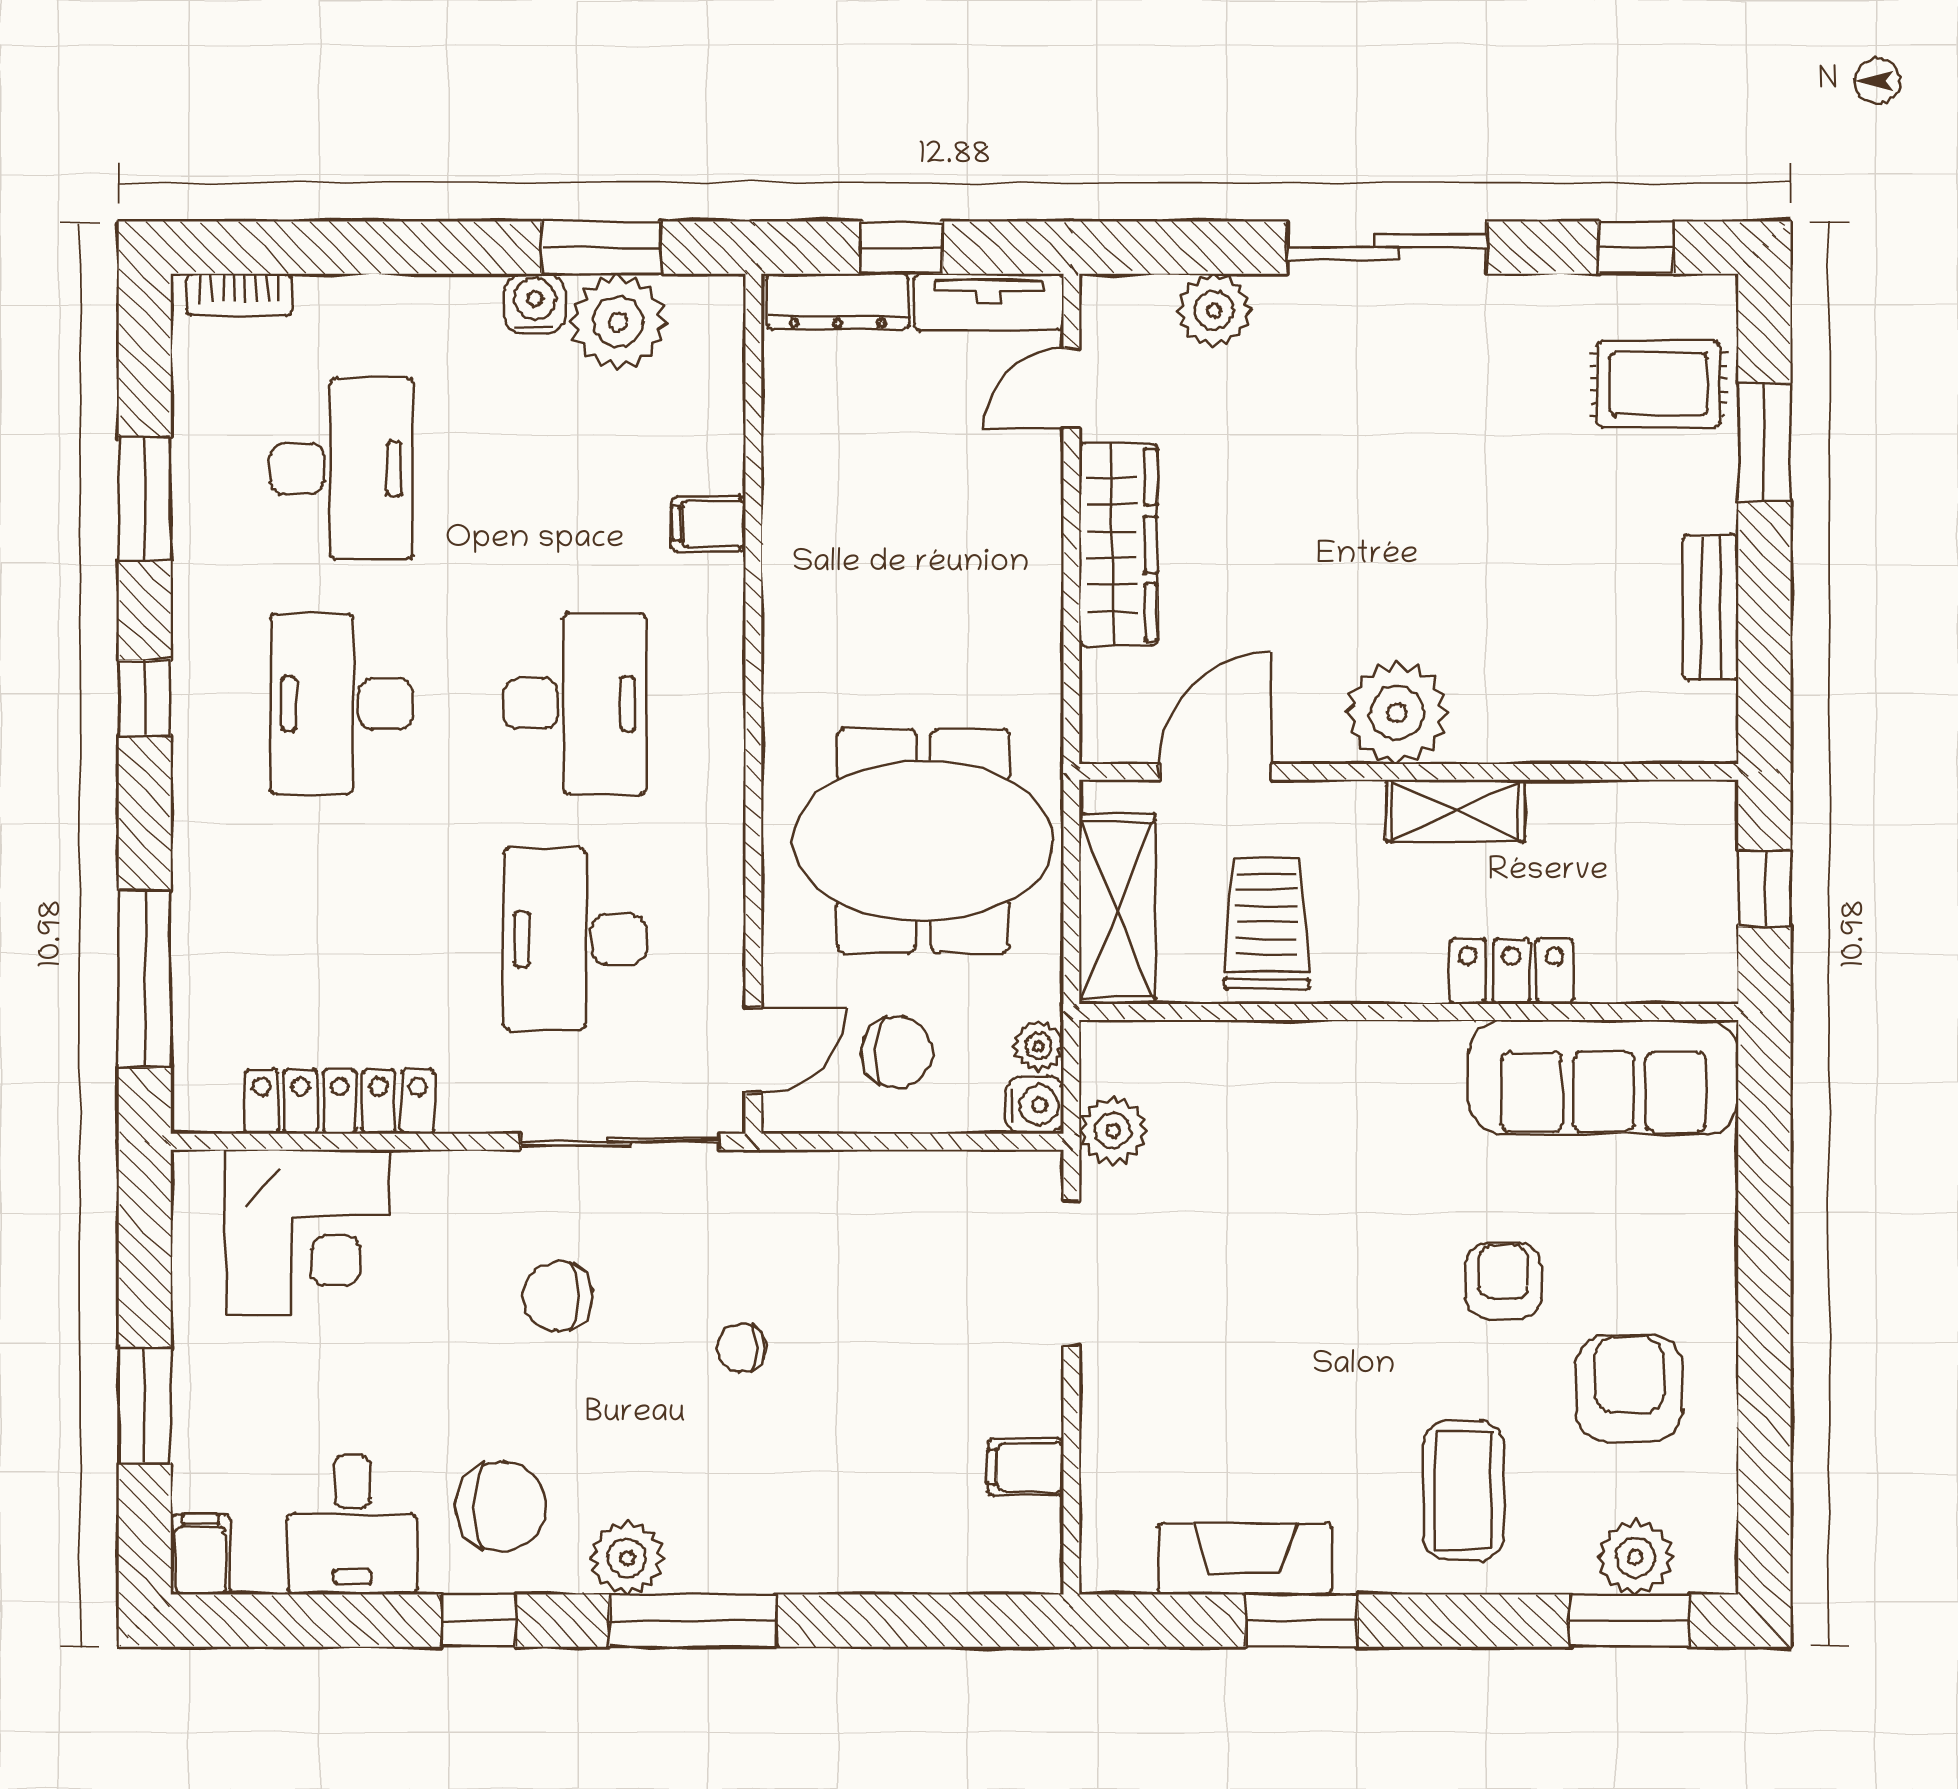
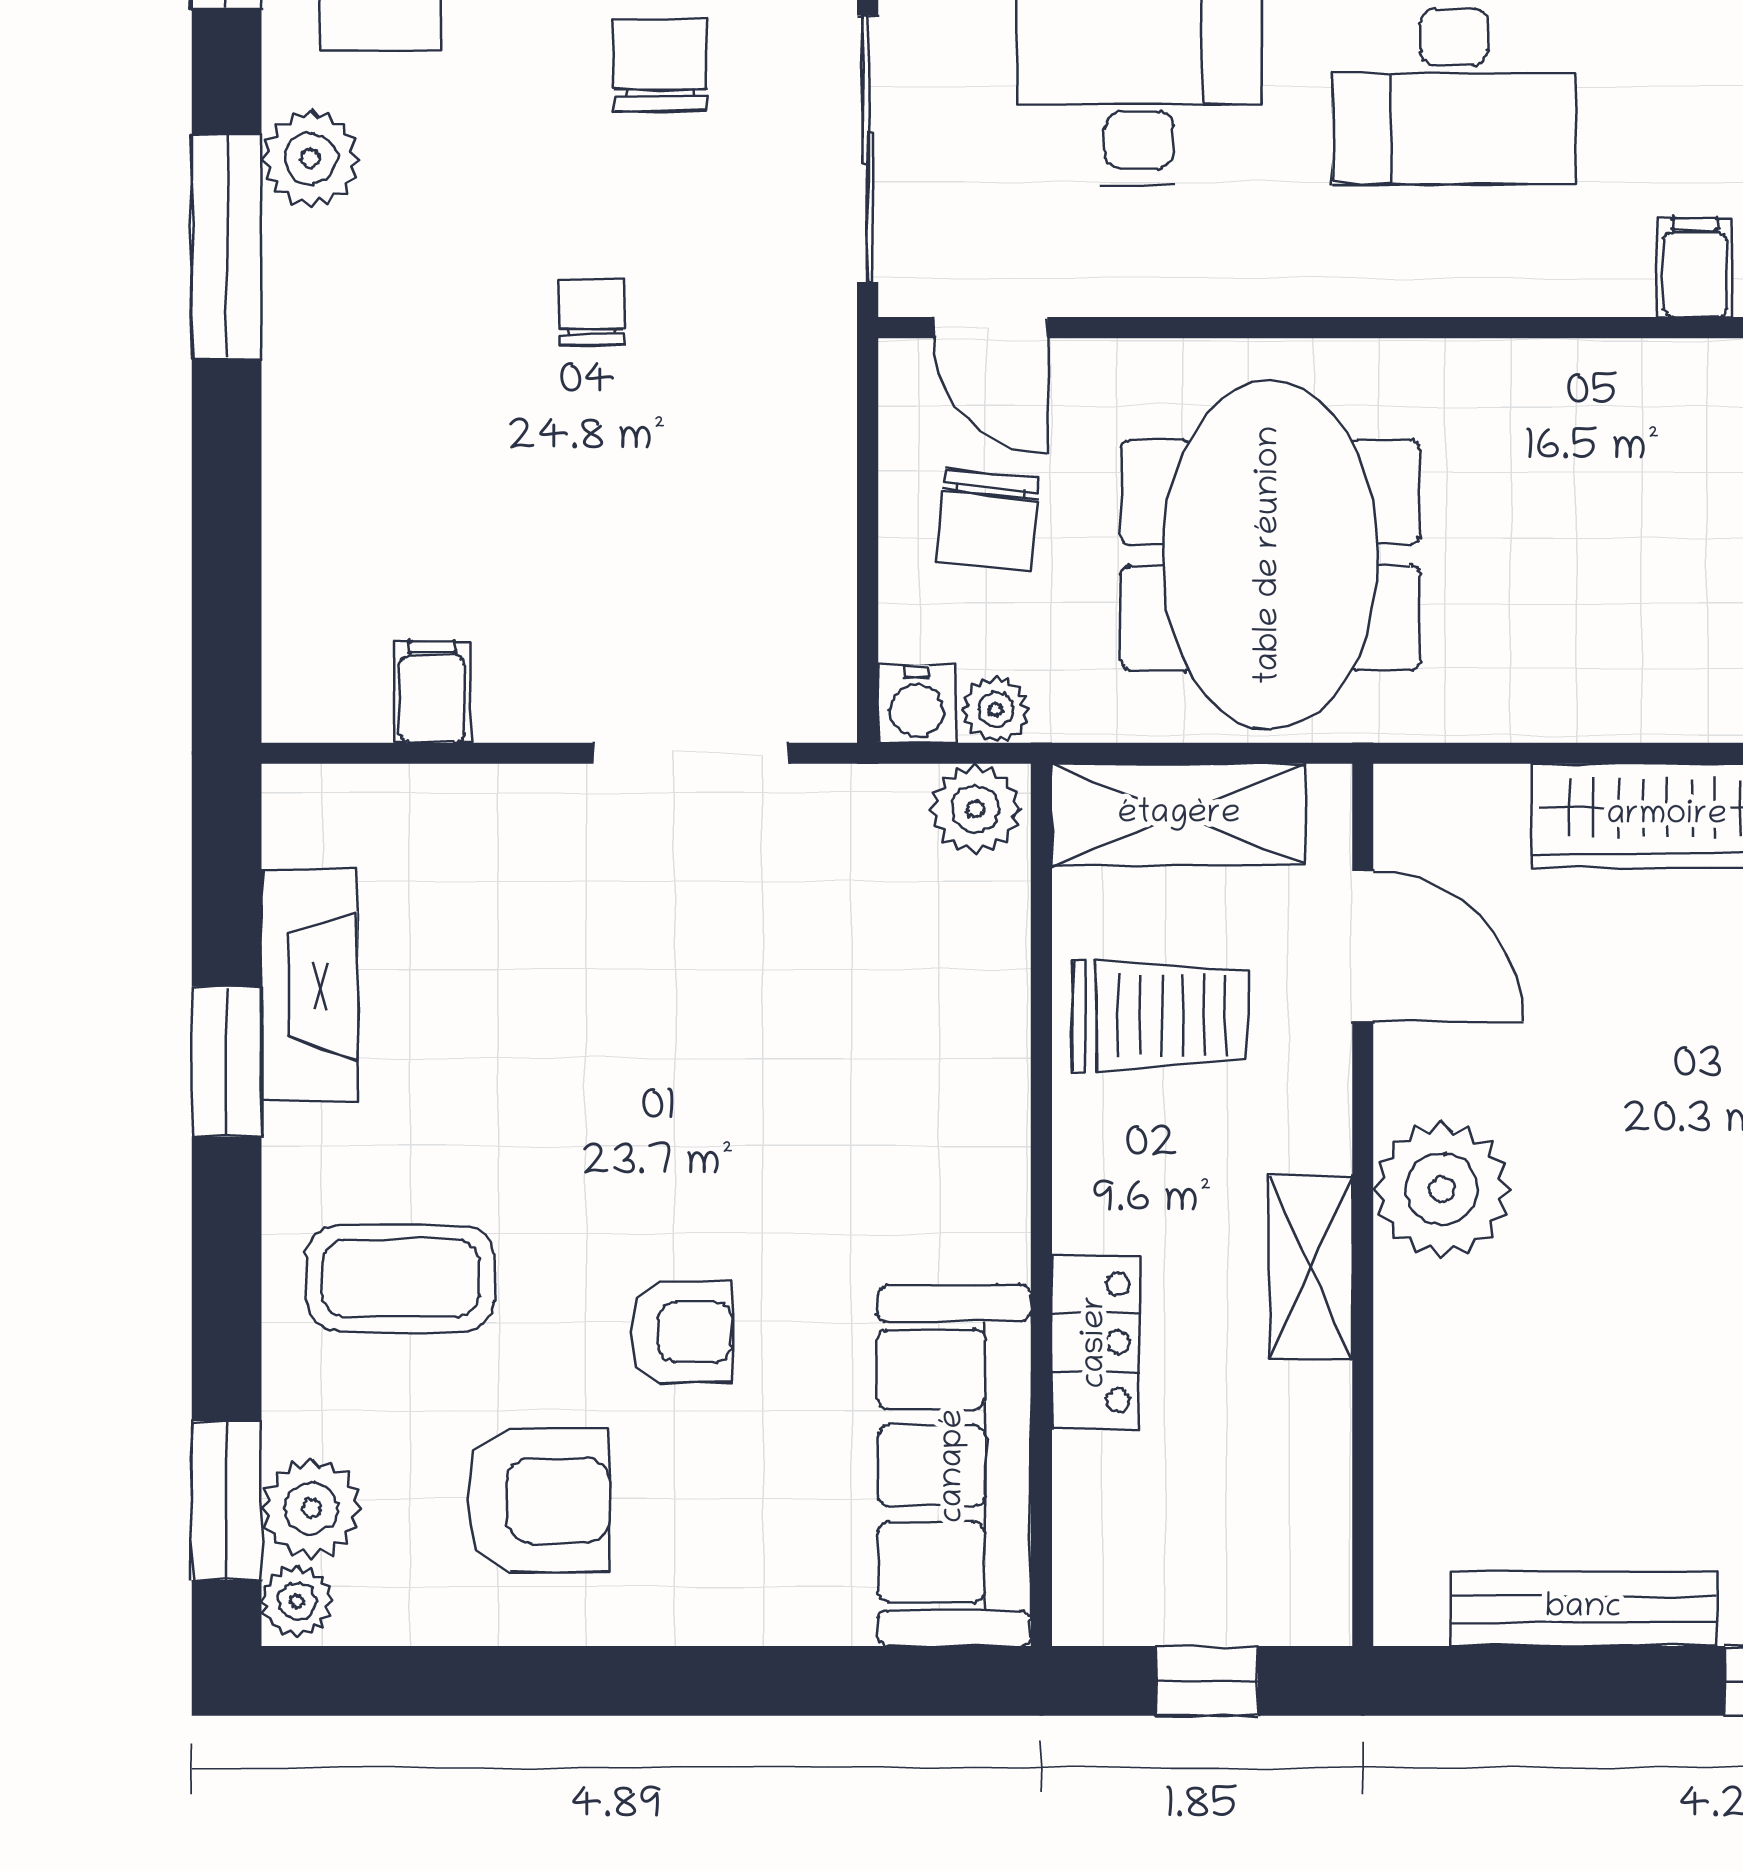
bench: (1711, 607) -> (1583, 1609), width x1.36
plant: (1113, 1131) -> (975, 809), moved
plant: (1705, 1568) -> (297, 1601), added

